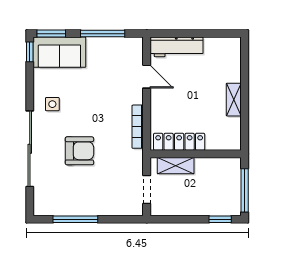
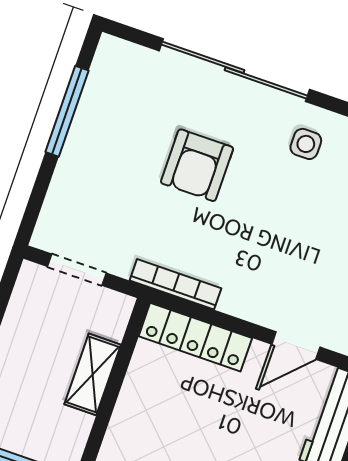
bookcase: (138, 127) -> (176, 284), moved
locker: (179, 142) -> (195, 337), moved, turned 90
shelving: (176, 166) -> (93, 374), moved

